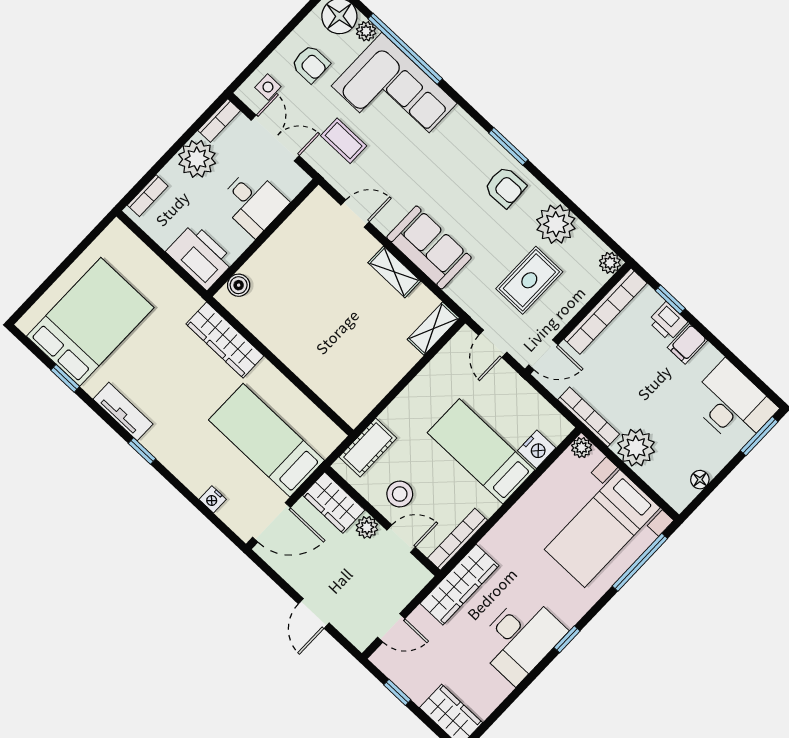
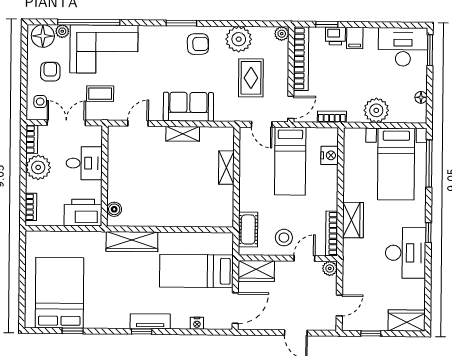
armchair: (311, 64) -> (50, 72), turned -90
shelving: (433, 329) -> (226, 168), moved
tv unit: (123, 412) -> (150, 321), moved
bookcase: (589, 417) -> (332, 117), width x0.64
plant: (582, 448) -> (350, 135), removed
bed: (481, 451) -> (290, 161), moved, turned -90
plant: (367, 527) -> (330, 268), moved
wardrobe: (459, 585) -> (353, 220), moved, width x0.67

